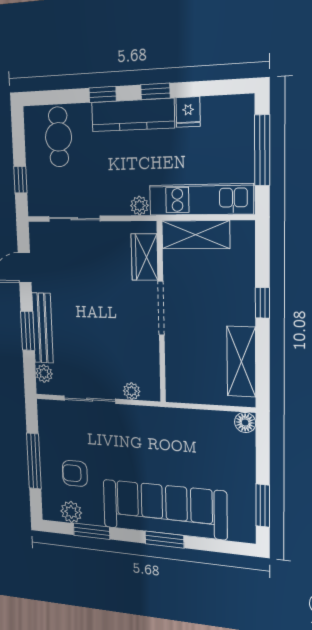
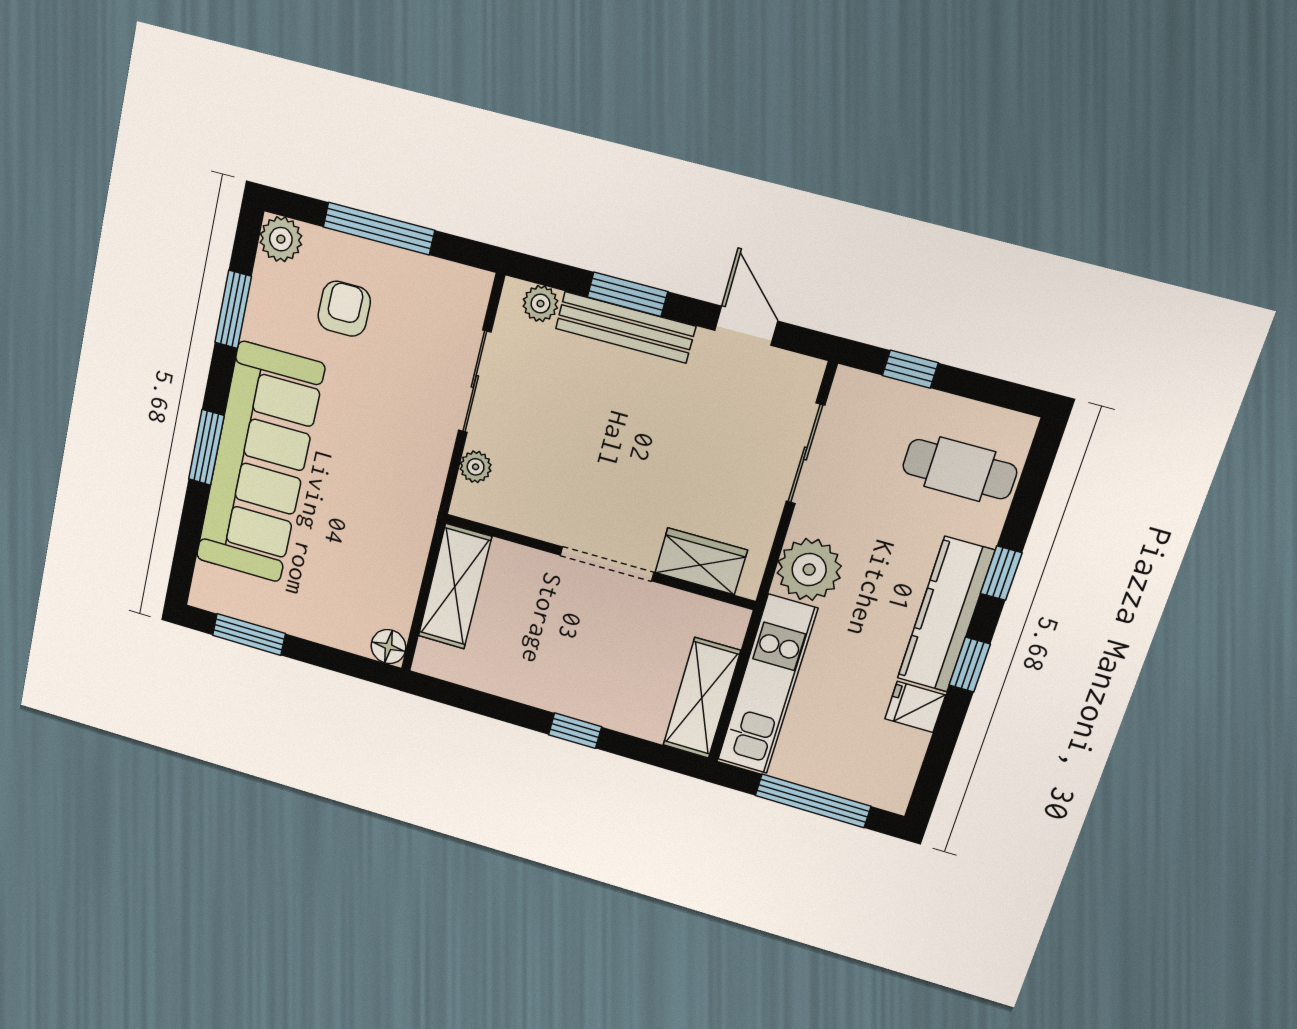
plant: (139, 206) -> (809, 570), width x1.88, depth x1.88
shelving: (196, 235) -> (702, 698), moved
shelving: (241, 362) -> (455, 587), moved, turned 90
plant: (71, 512) -> (281, 239), moved

